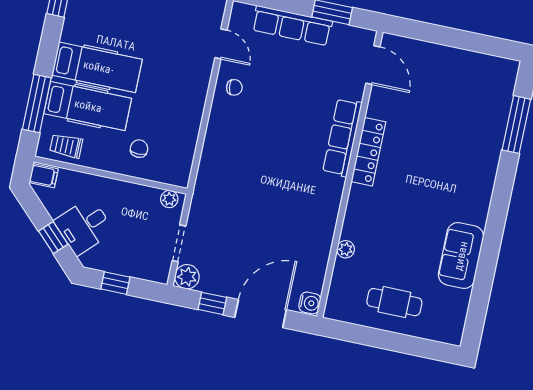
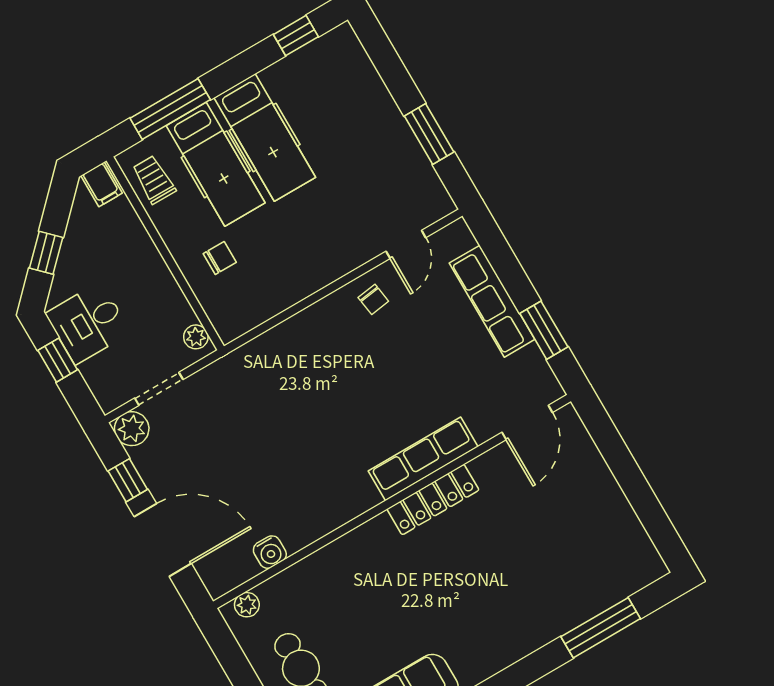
desk: (84, 226) -> (88, 323), moved, turned -45
plant: (346, 249) -> (247, 605), moved
water cooler: (310, 303) -> (270, 552), moved

